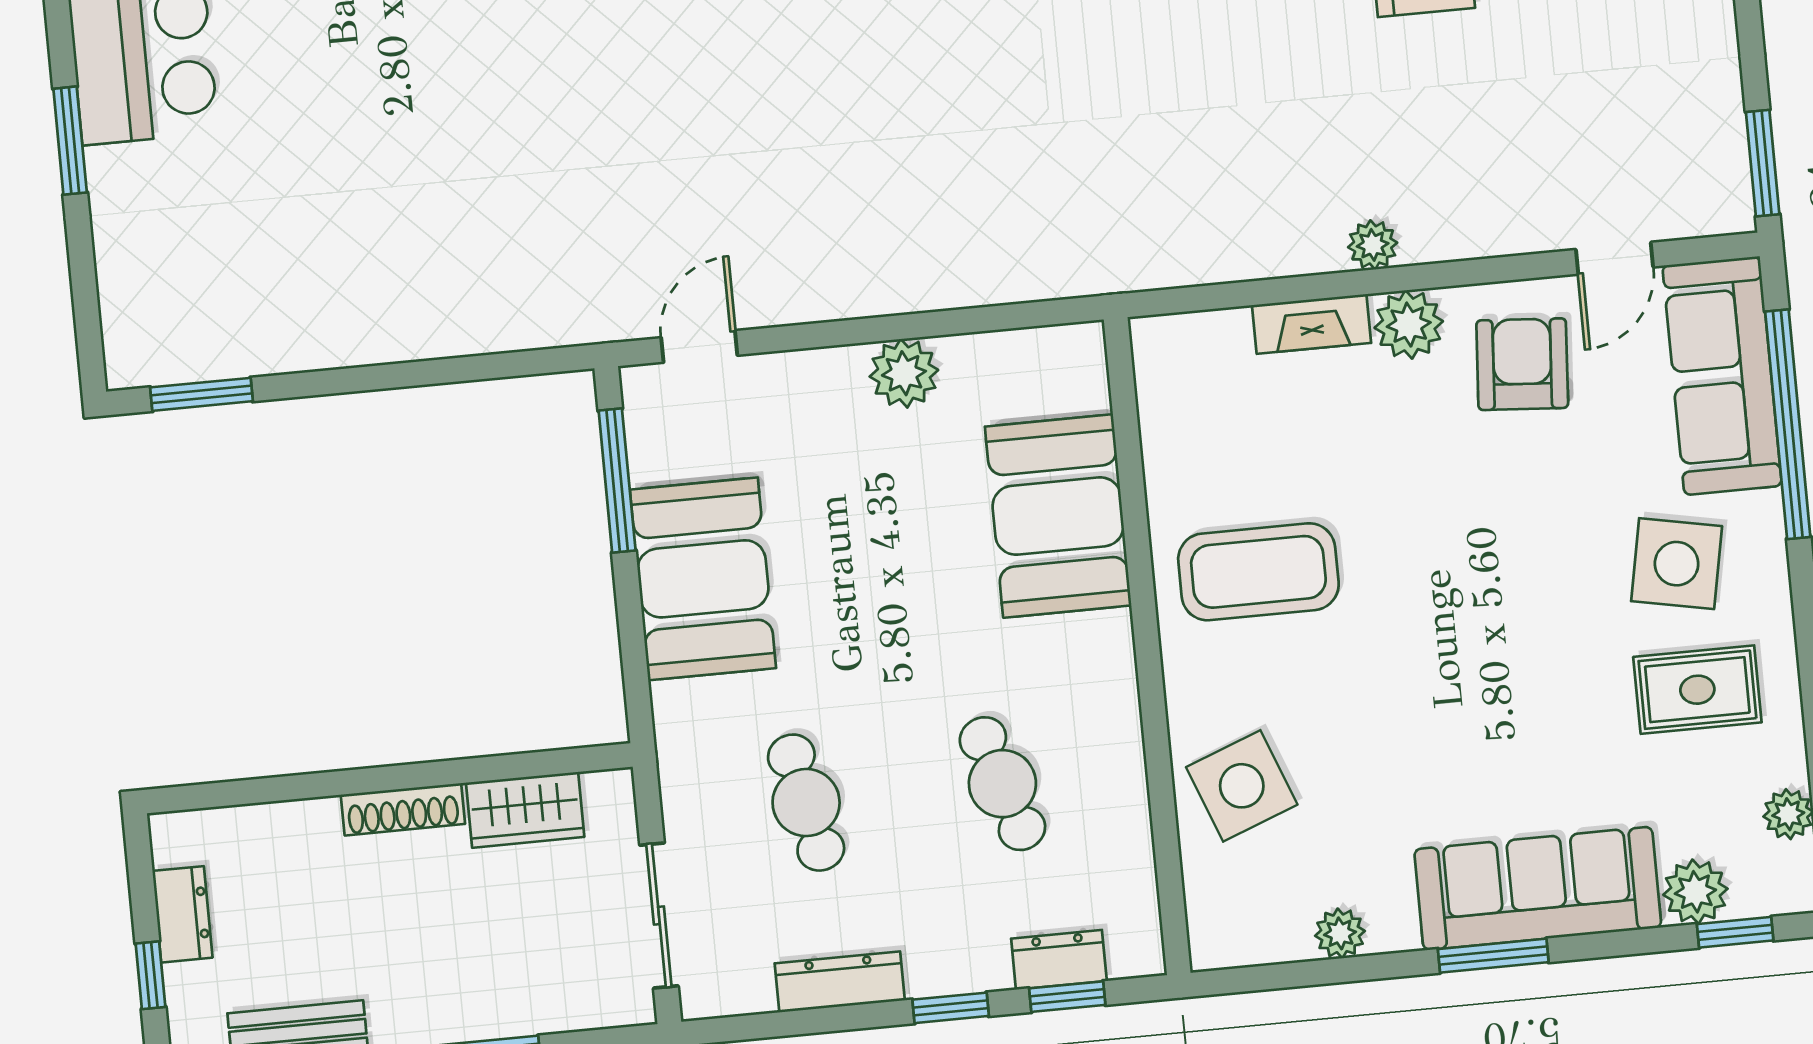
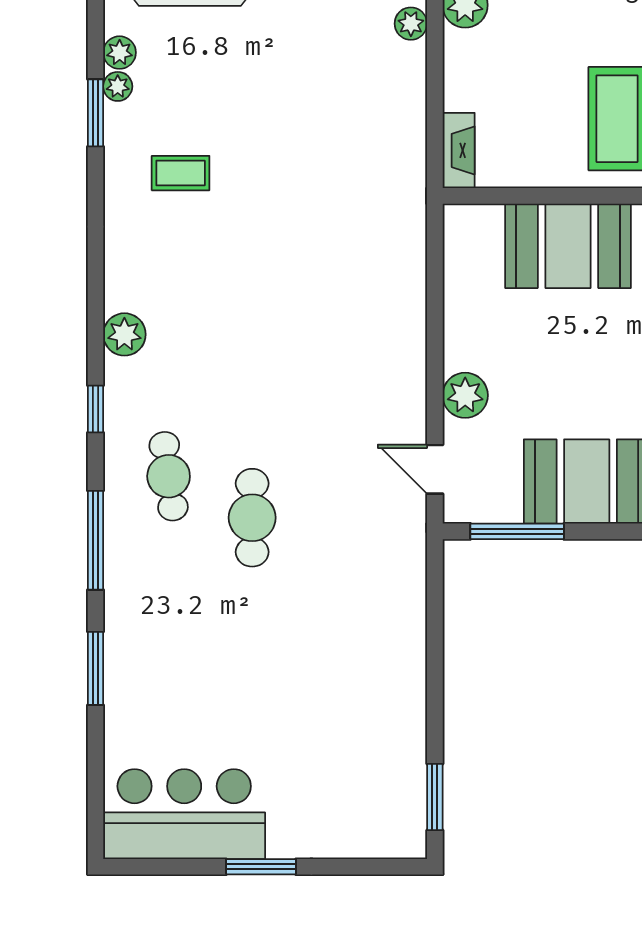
cafe table: (599, 76) -> (252, 518), added
fireplace: (1312, 324) -> (459, 150), moved
plant: (904, 373) -> (465, 395), moved

